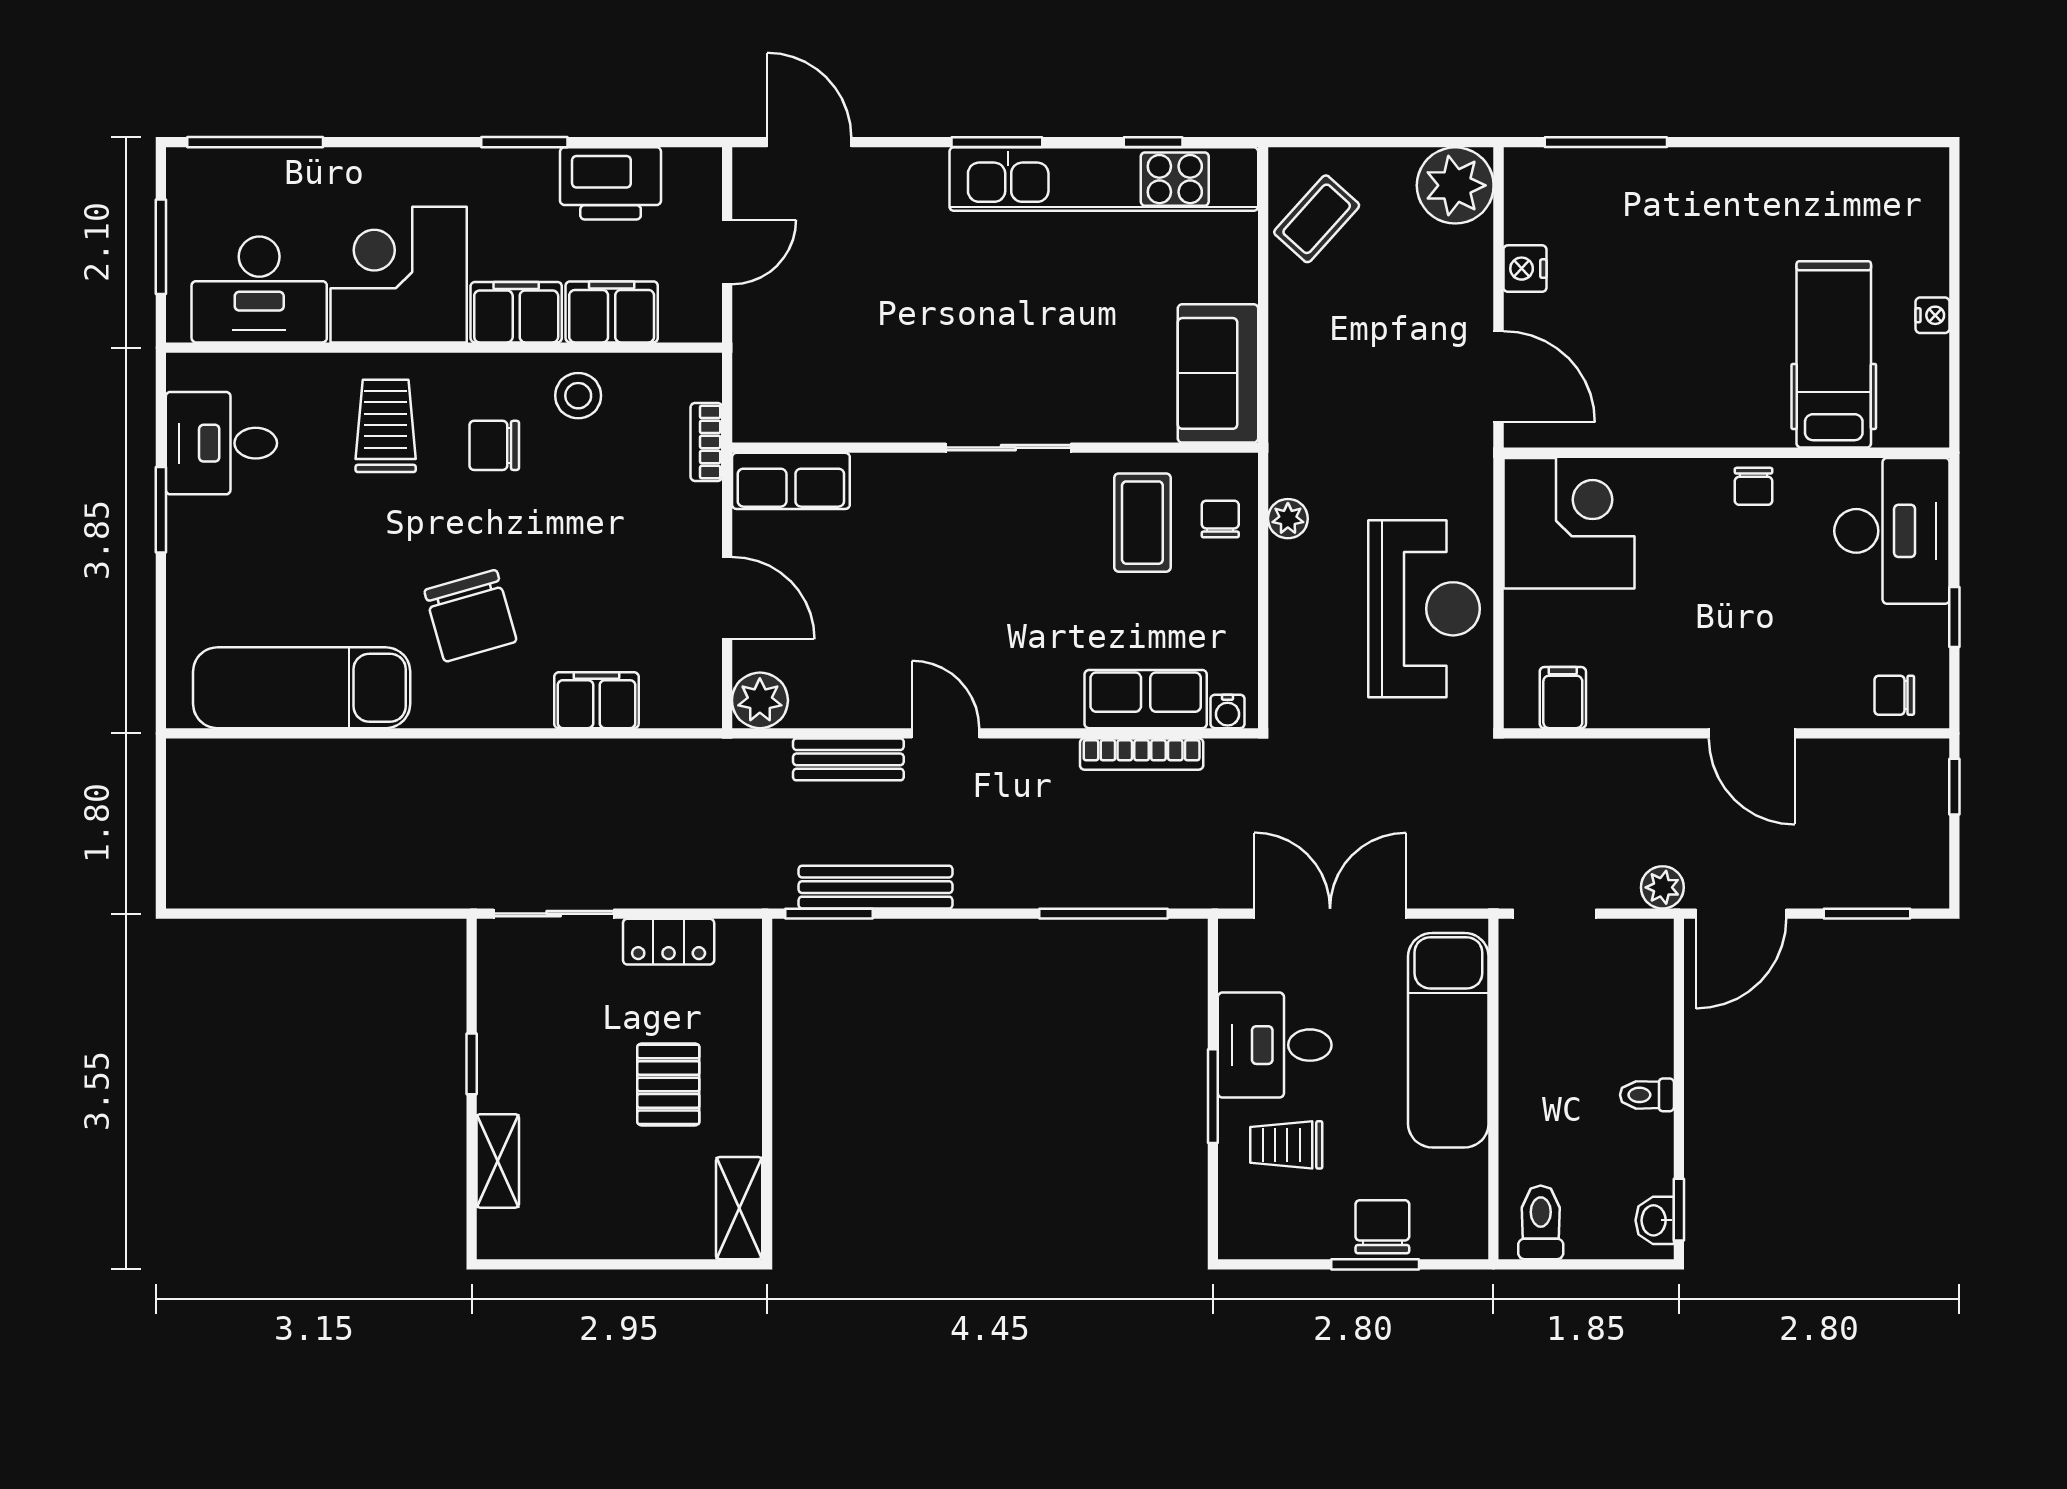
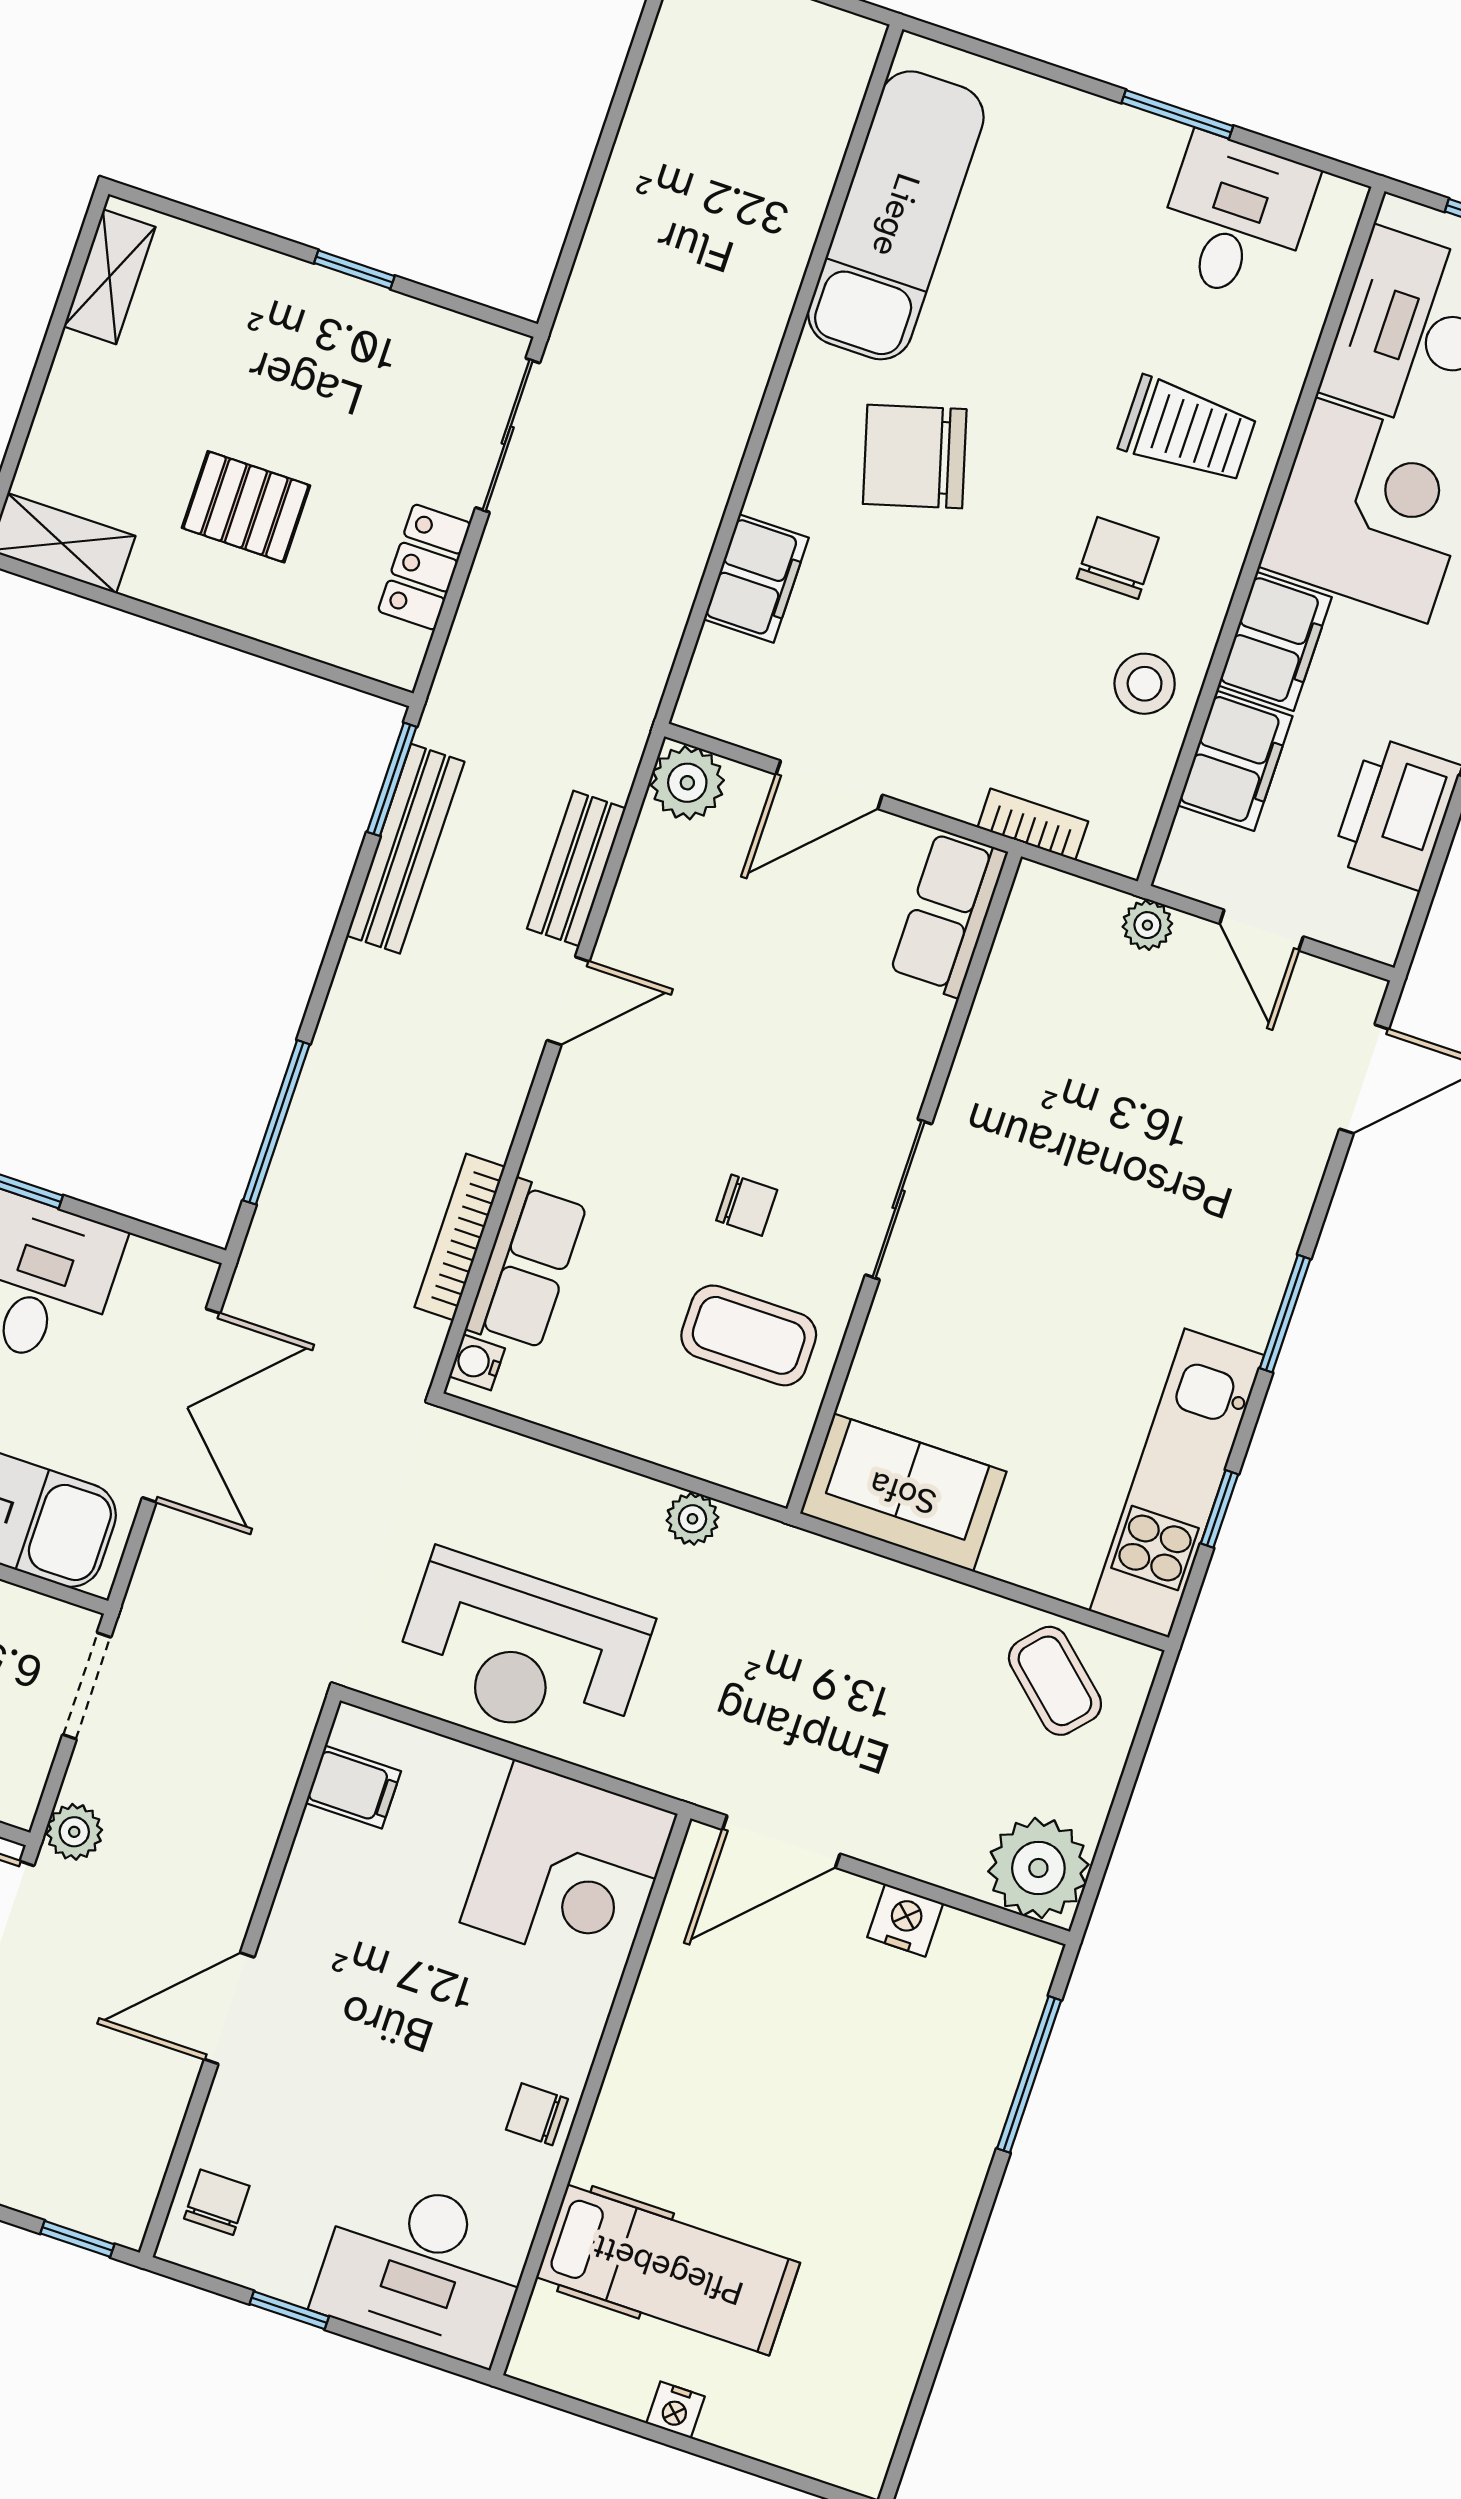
kitchen unit: (1104, 179) -> (1177, 1483), width x0.73
plant: (751, 335) -> (1147, 925), added
chair: (1220, 519) -> (747, 1205), moved
shelving: (498, 1161) -> (110, 277), moved, turned 90

